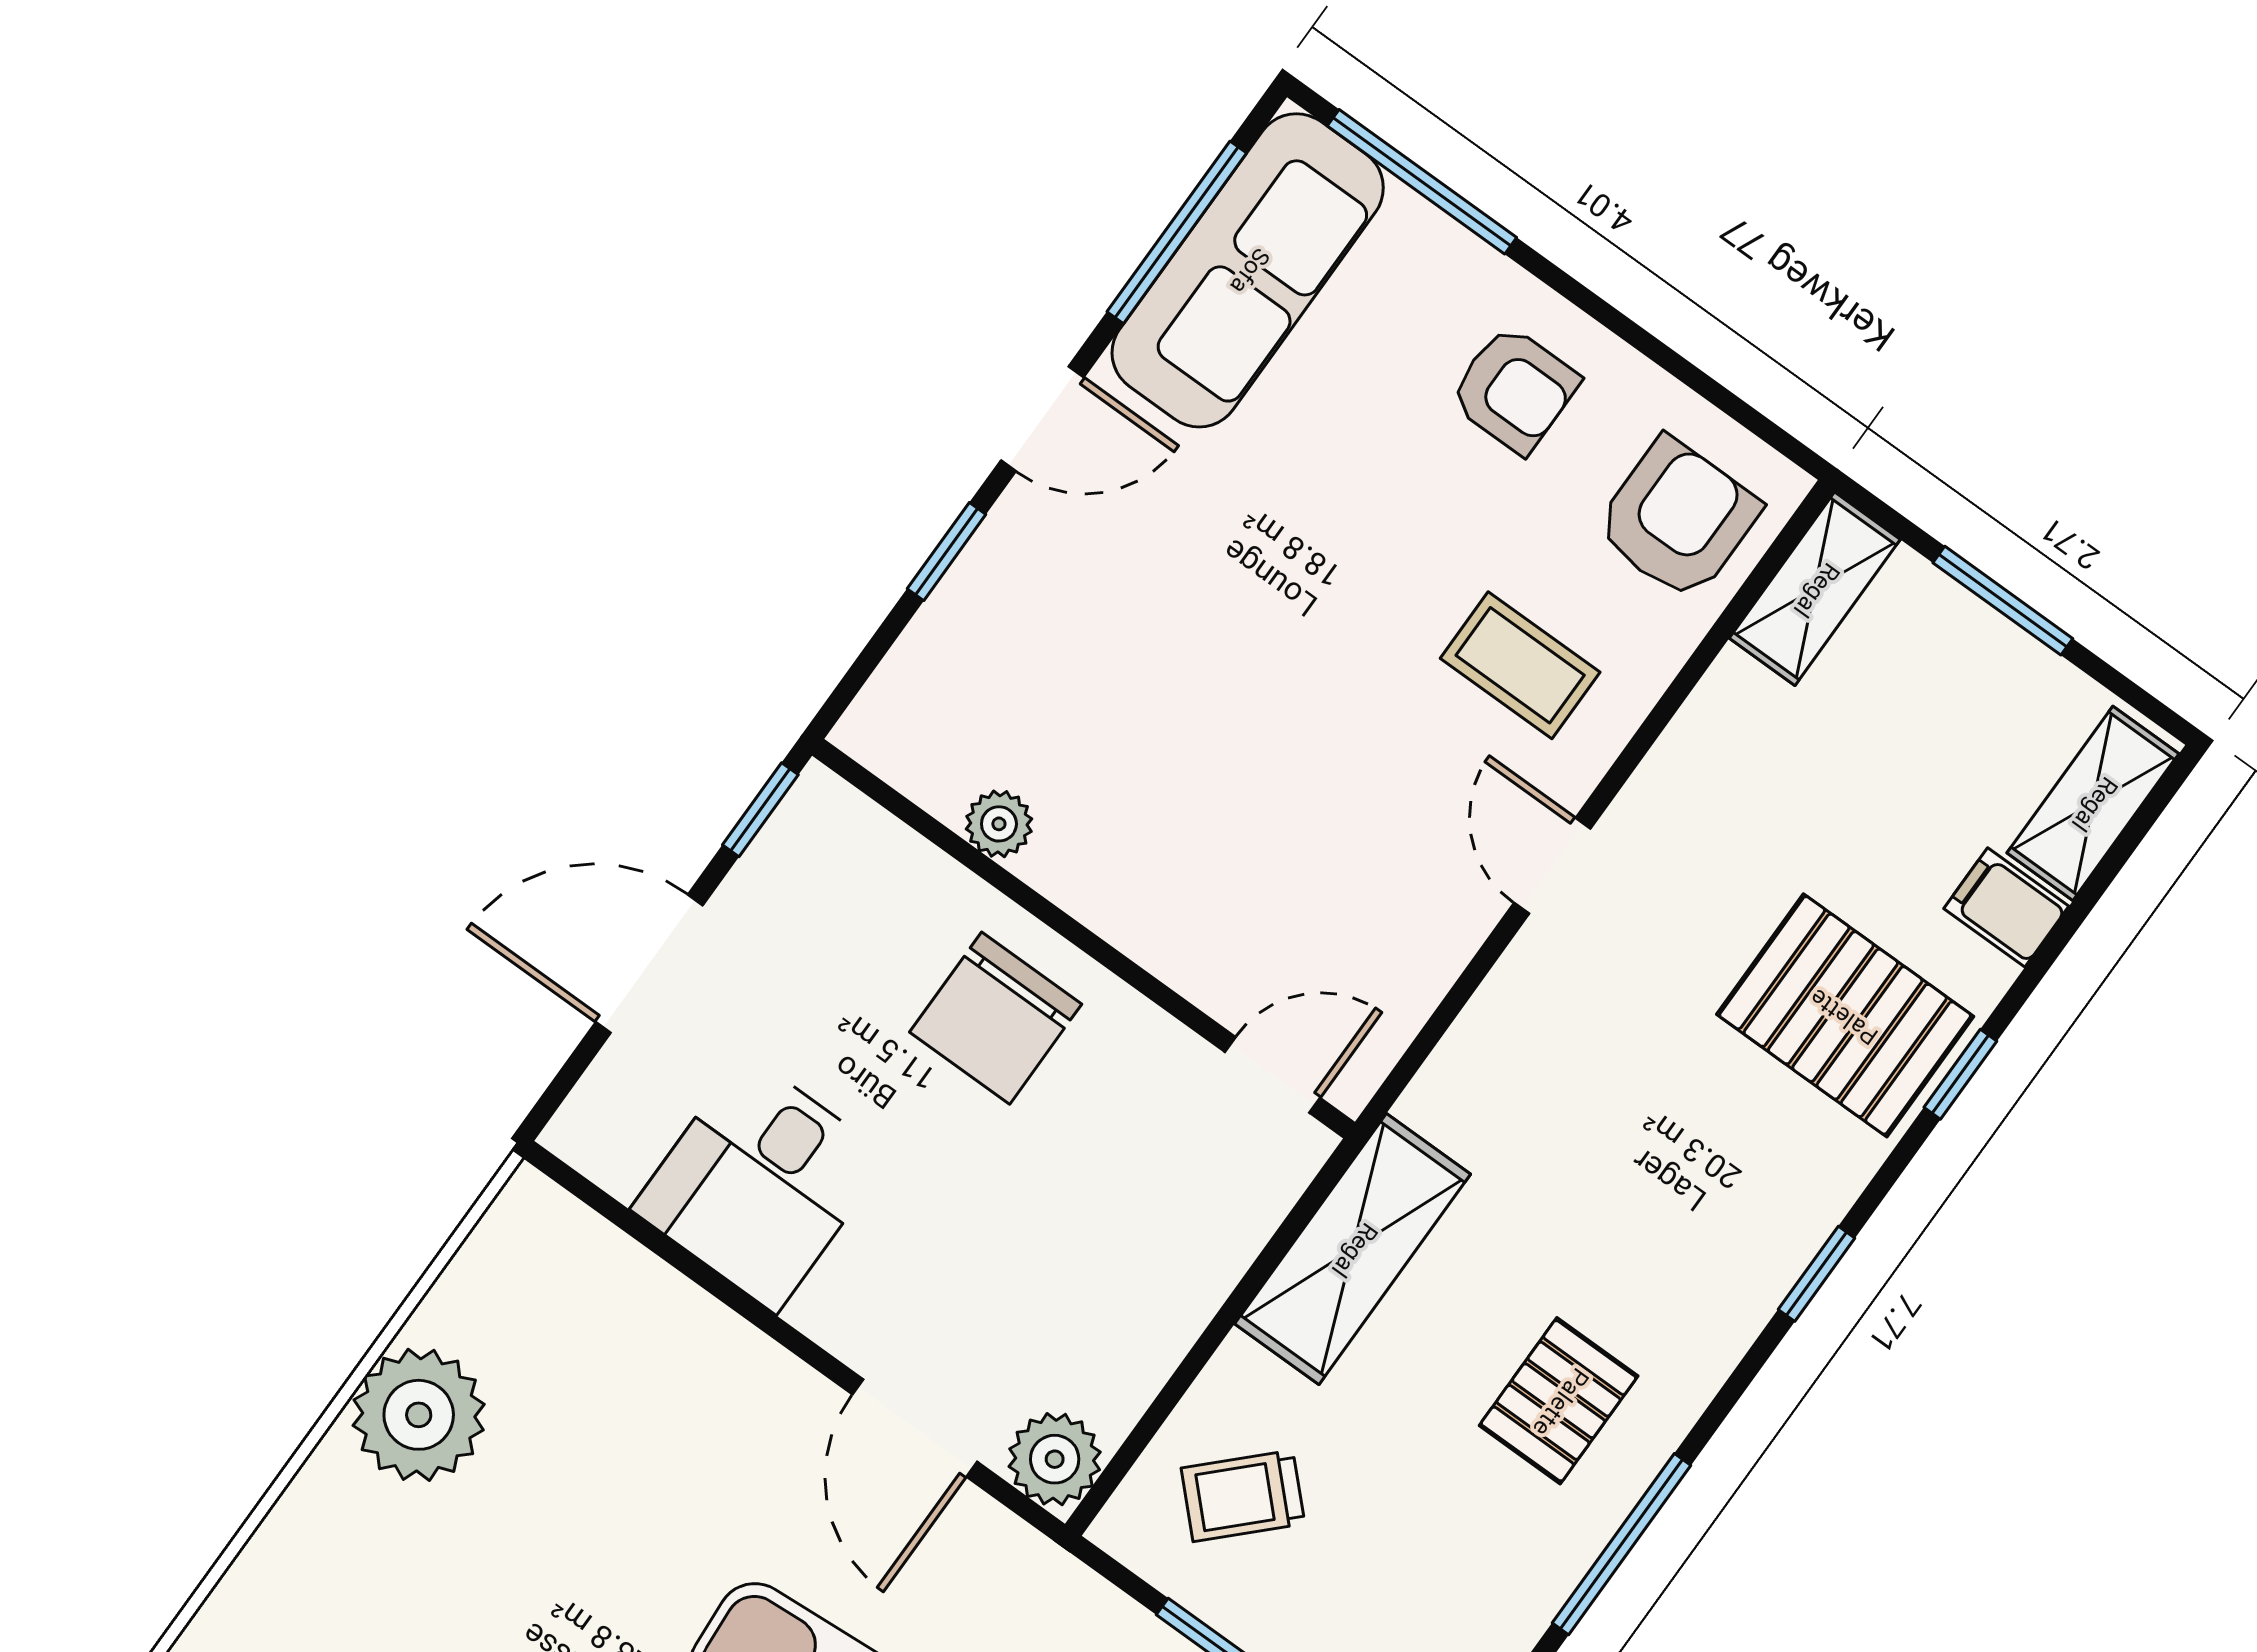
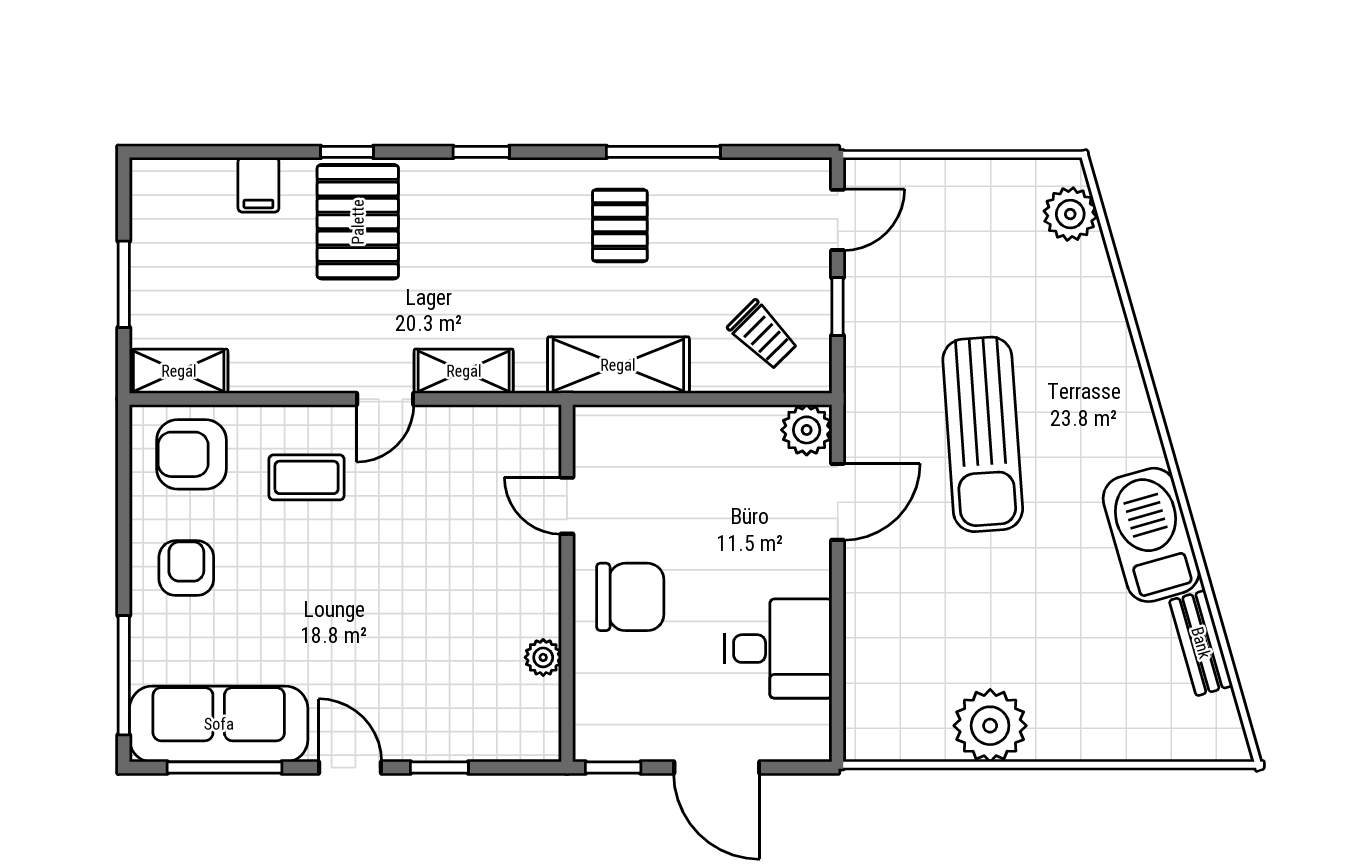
coffee table: (1520, 665) -> (307, 477), turned 90
shelving: (2093, 803) -> (464, 371), moved
door: (1272, 1075) -> (567, 506), moved
pallet: (1559, 1401) -> (620, 226), turned 90

